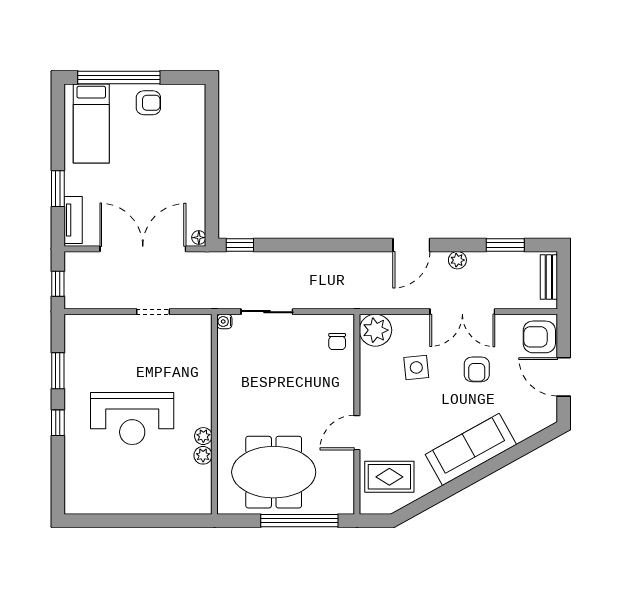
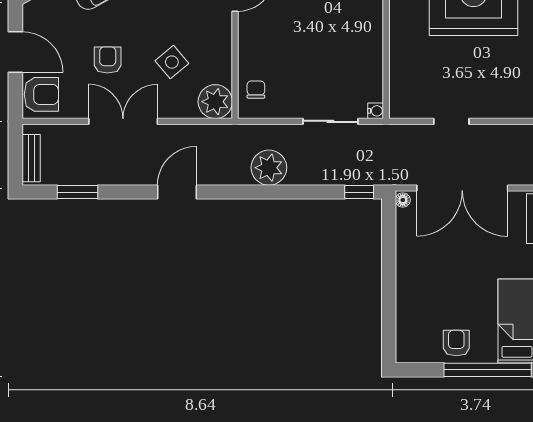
armchair: (148, 103) -> (456, 343), turned 90
plant: (457, 260) -> (269, 168), moved, width x1.87, depth x1.87
side table: (416, 367) -> (172, 62), turned -34

